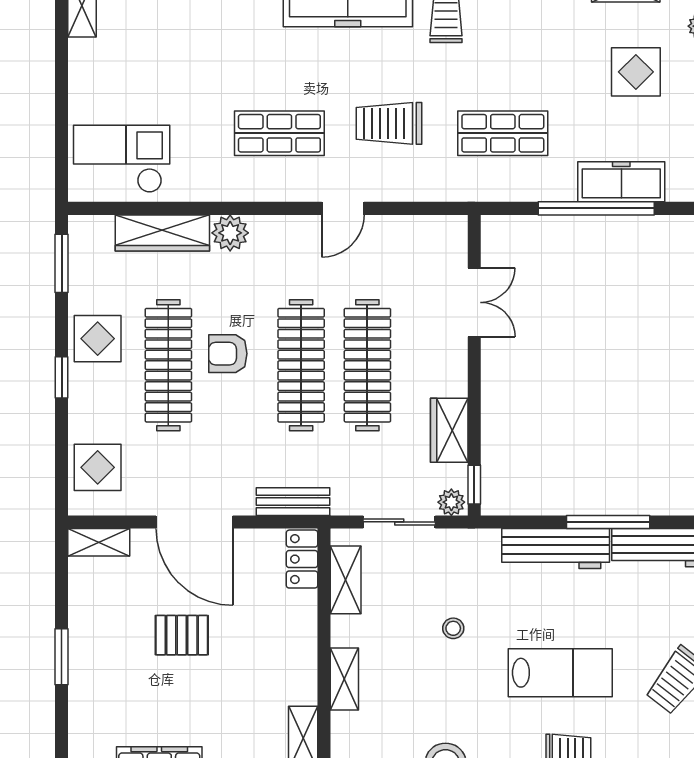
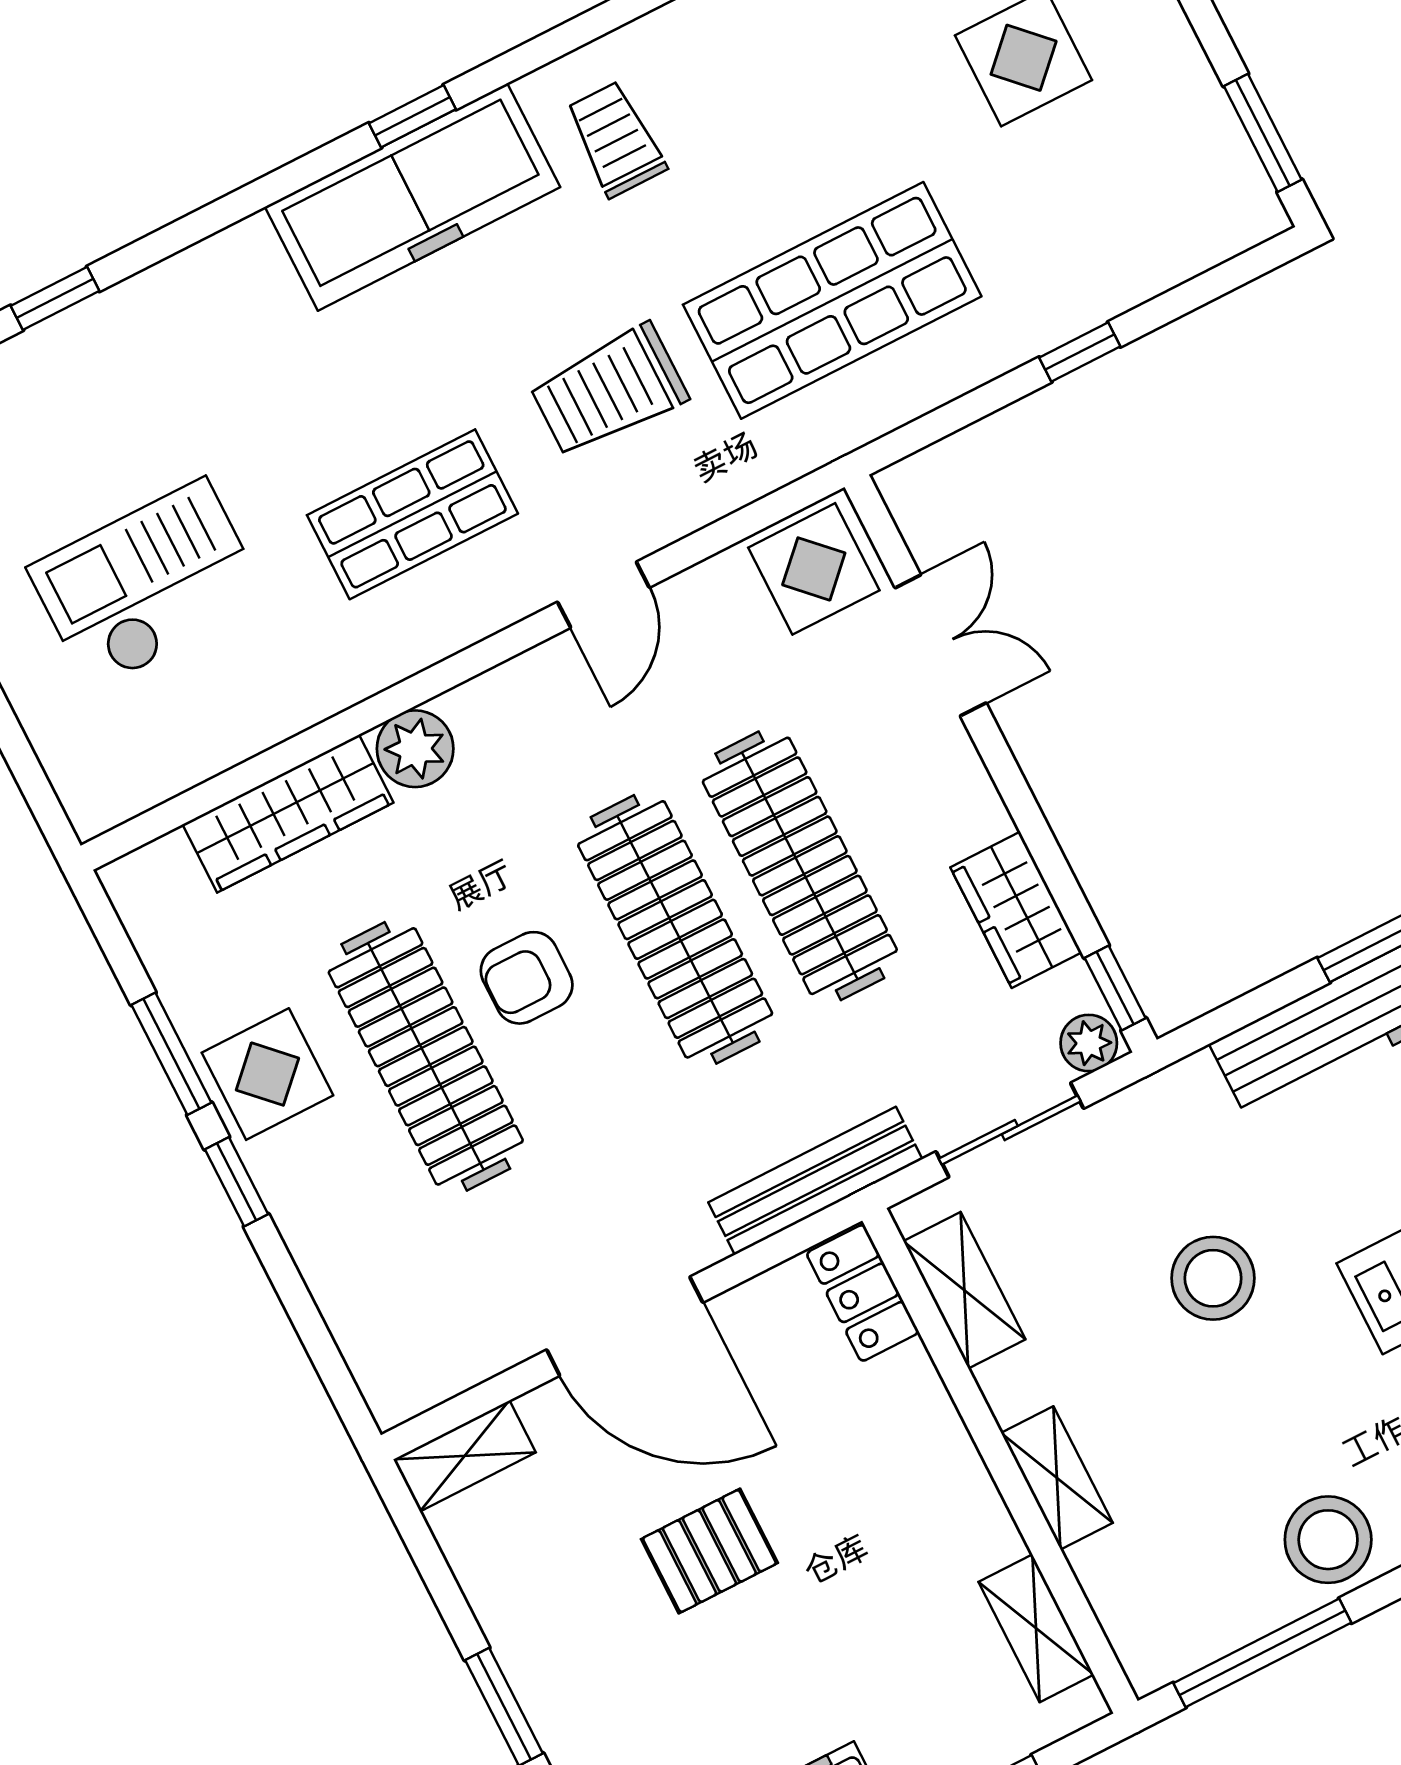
shop shelf: (503, 133) -> (832, 300), width x1.43, depth x1.36
checkout: (122, 159) -> (148, 585), moved
freezer: (621, 182) -> (1101, 278), removed
window: (596, 208) -> (1080, 352), width x0.32
window: (62, 263) -> (171, 1054), moved
display table: (98, 467) -> (814, 569), moved
bench: (293, 502) -> (815, 1181), width x1.36
stool: (453, 628) -> (1213, 1278), width x1.89, depth x1.89

